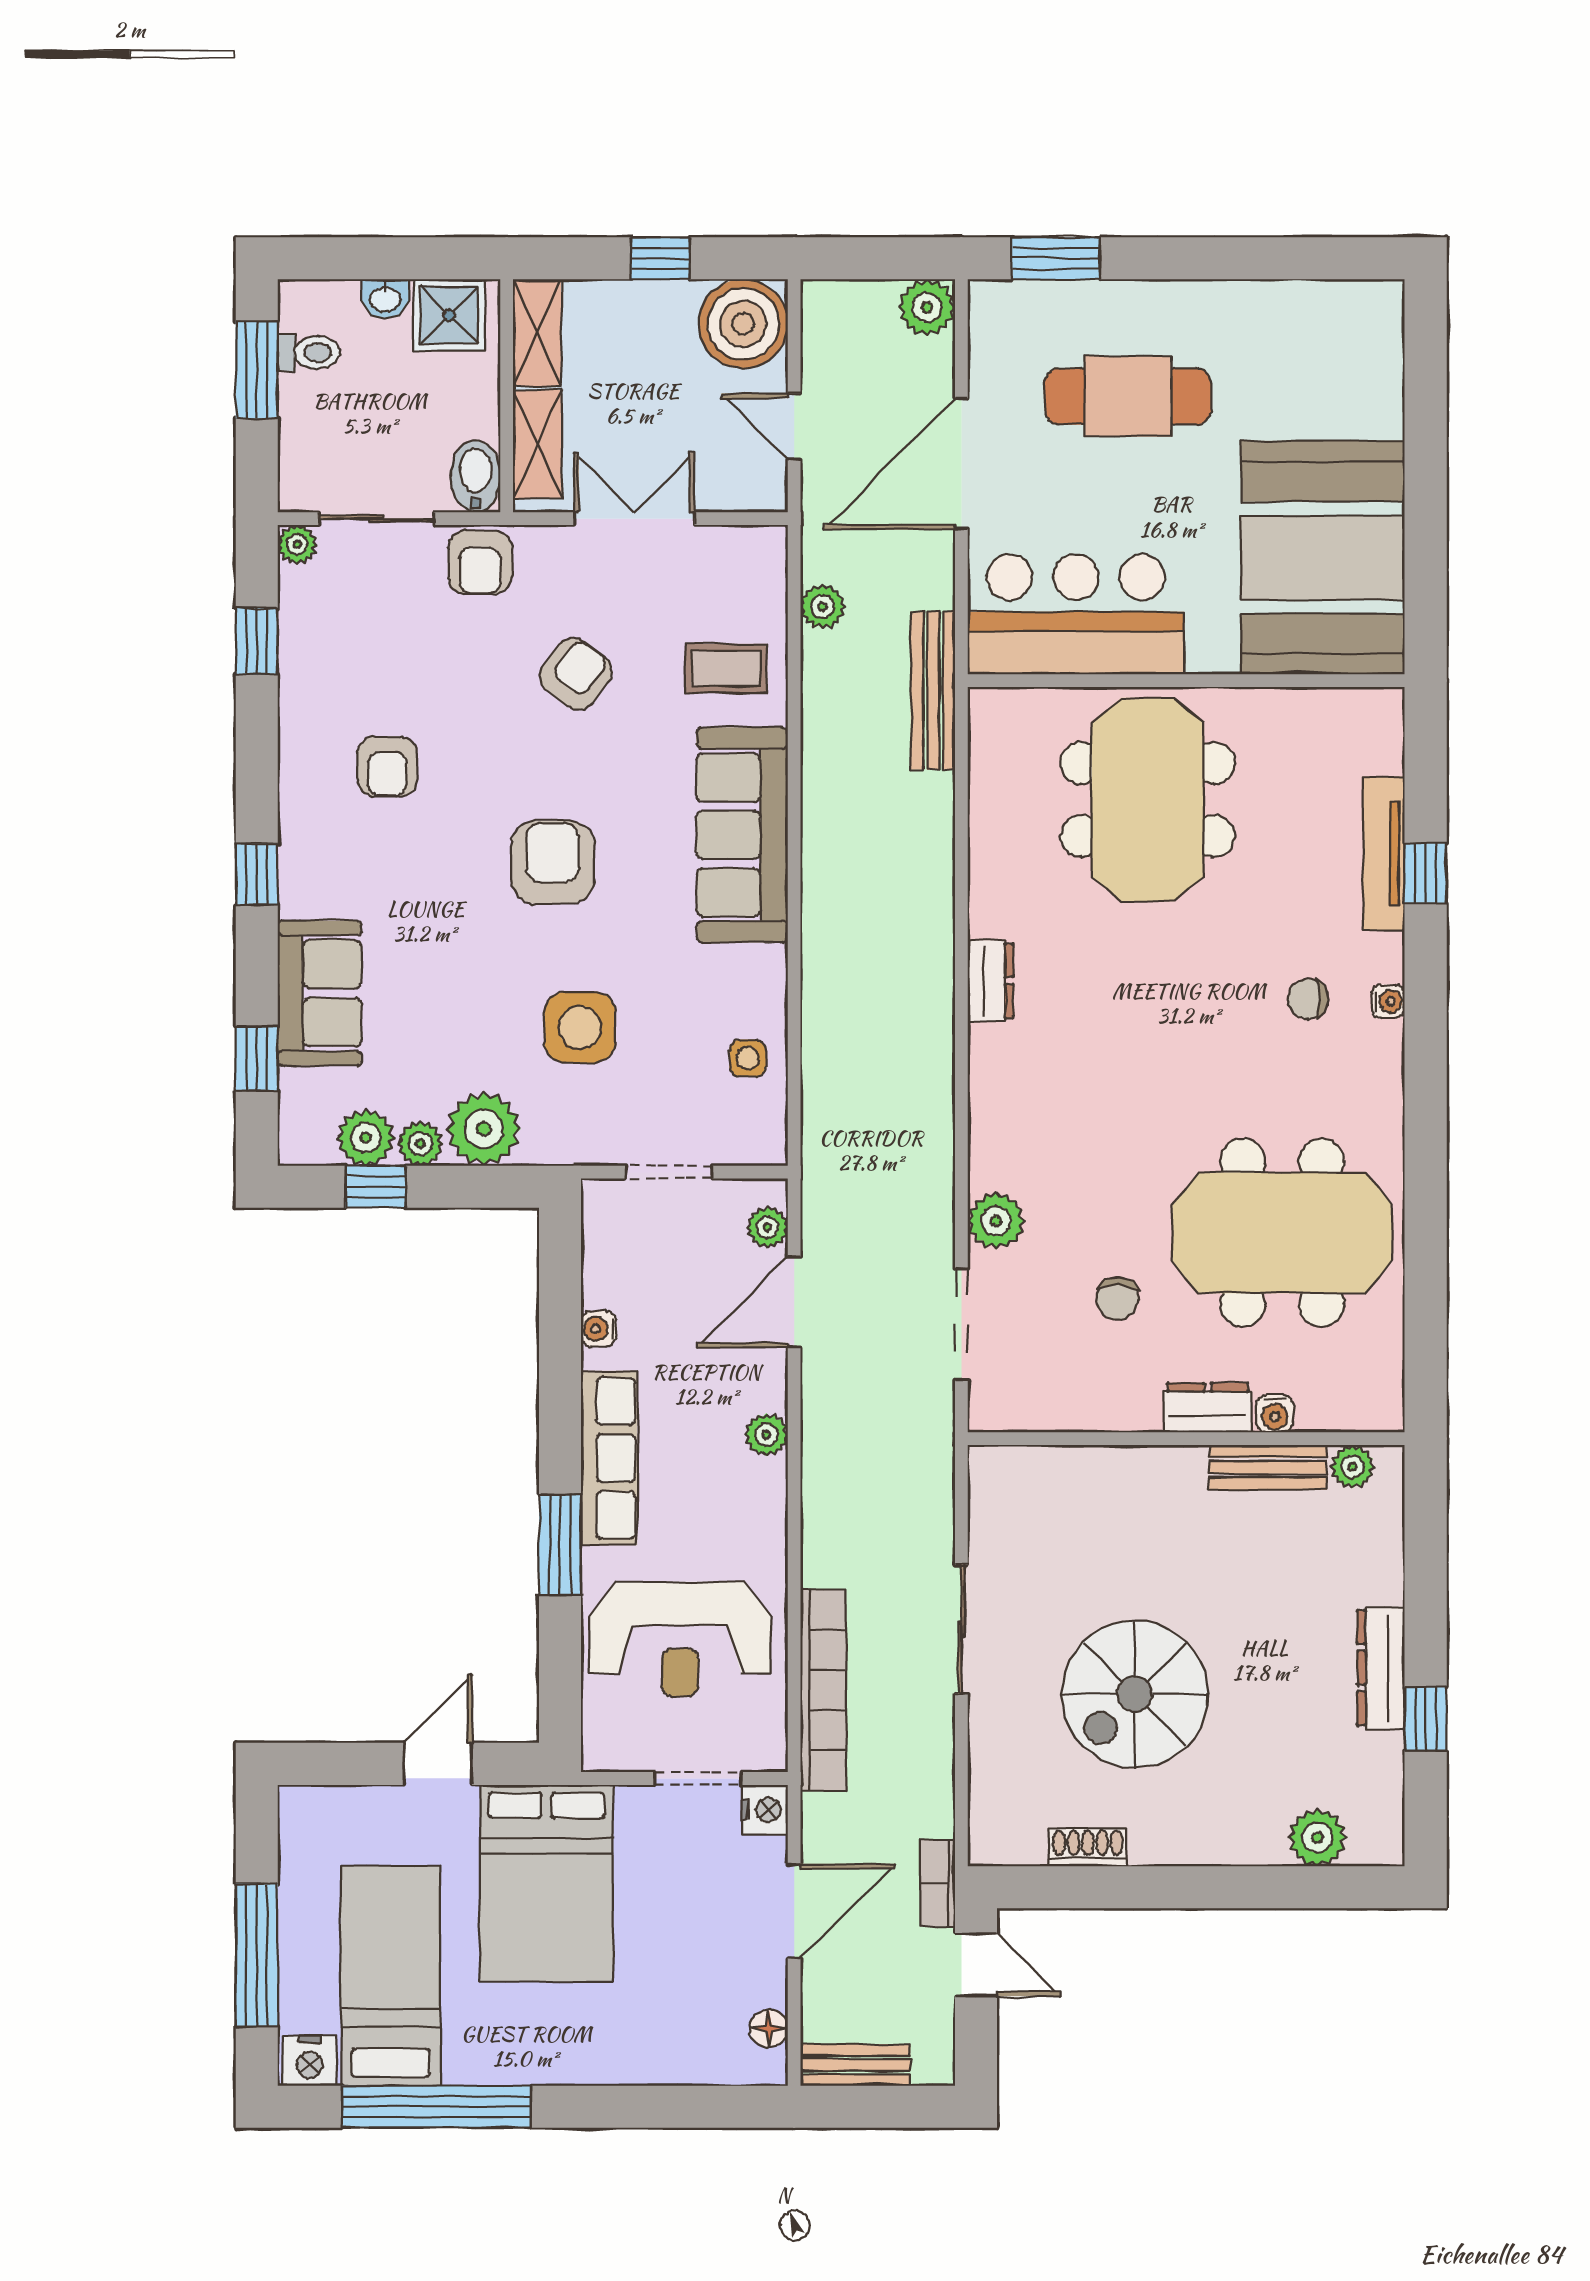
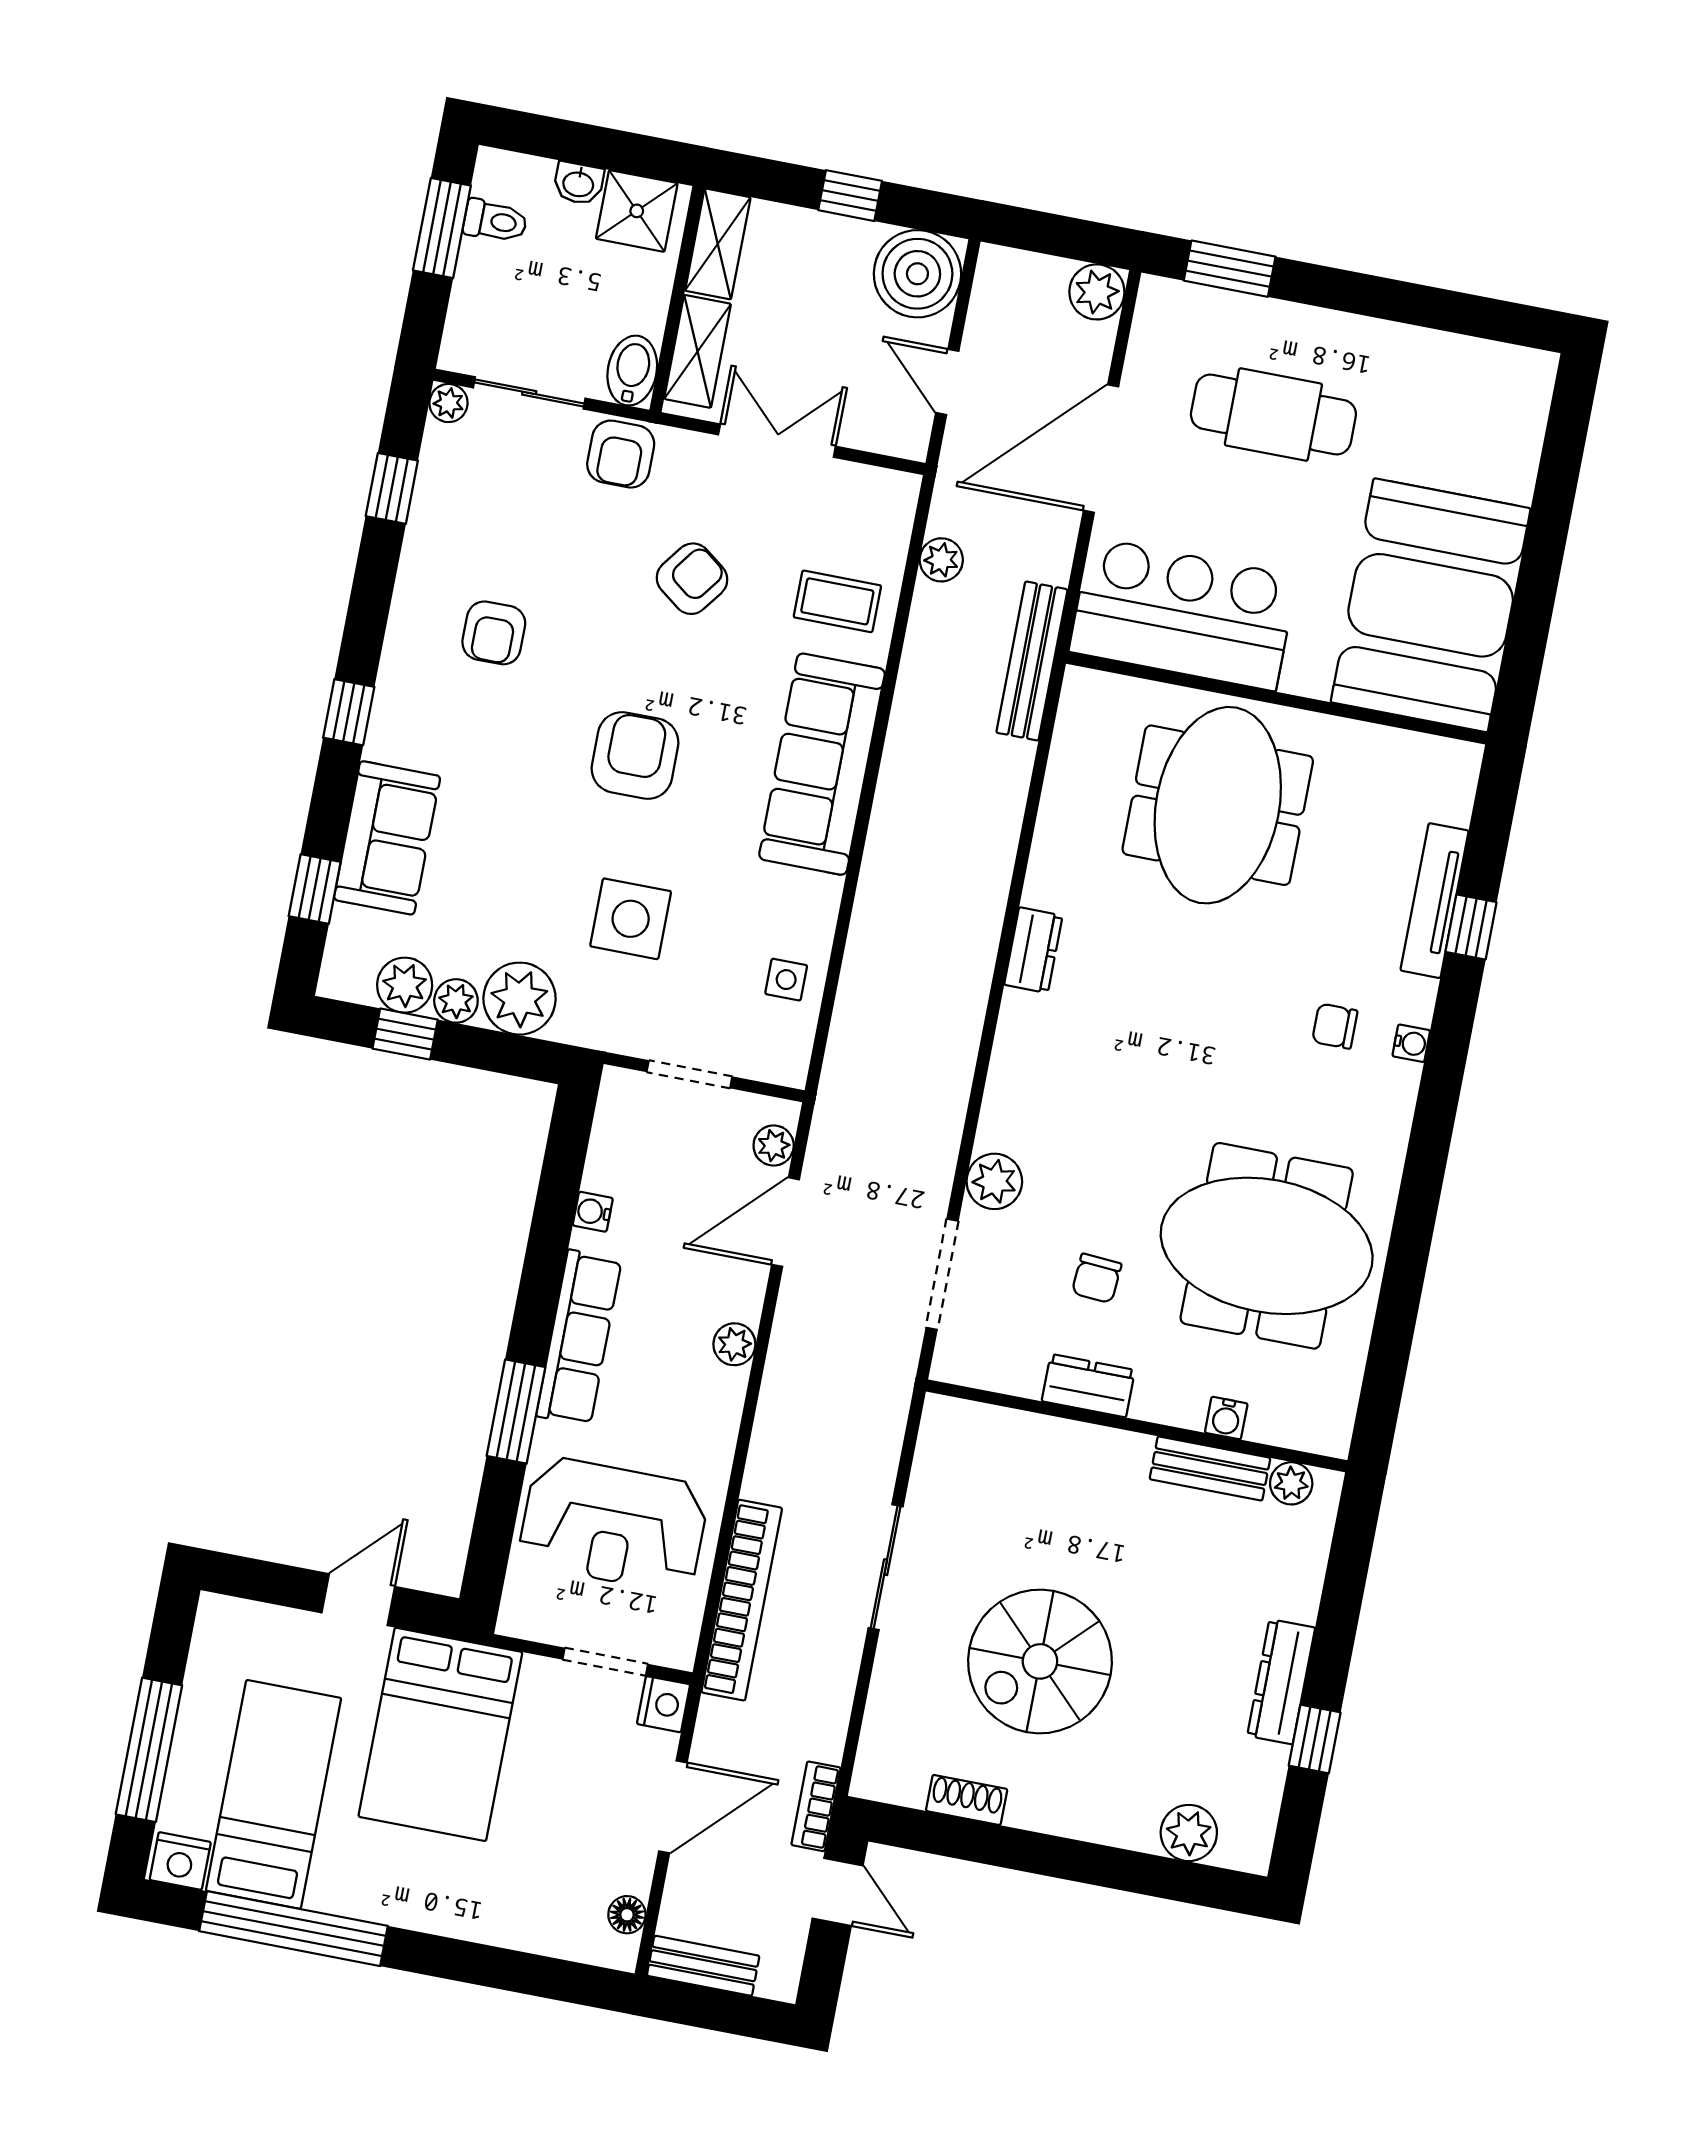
dresser: (1208, 1408) -> (1088, 1386), moved

